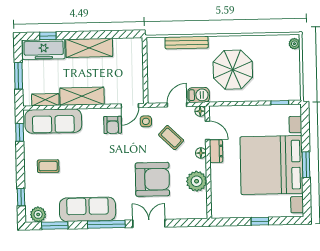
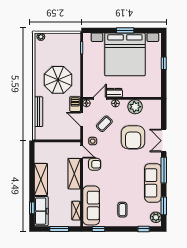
shelving: (82, 96) -> (74, 174), moved
armchair: (152, 179) -> (133, 137), turned 180

